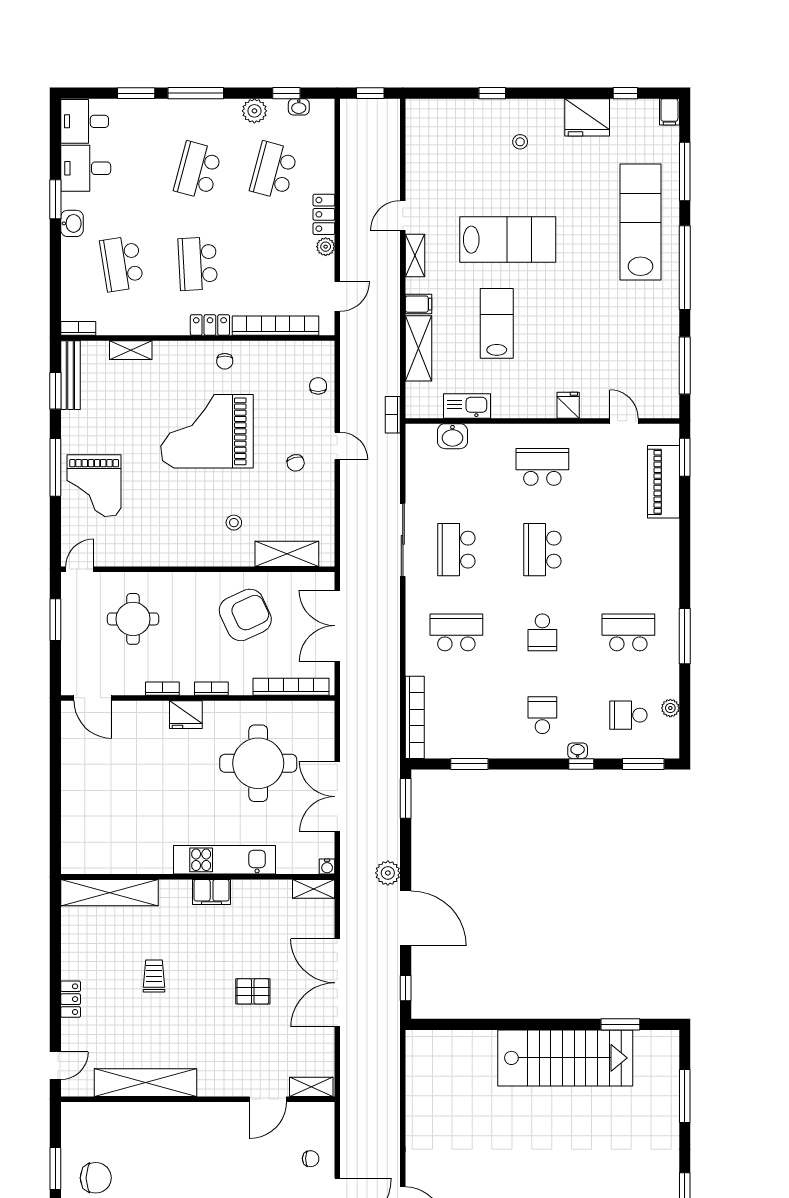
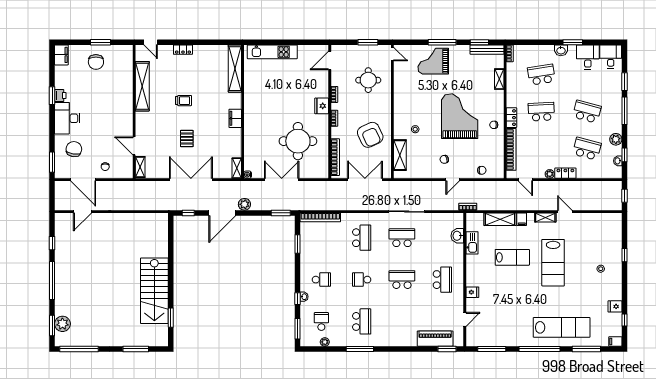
fridge: (587, 117) -> (615, 306), width x0.53, depth x0.75
kitchen unit: (225, 860) -> (272, 52), moved, turned 90
trolley: (154, 976) -> (184, 101), moved

